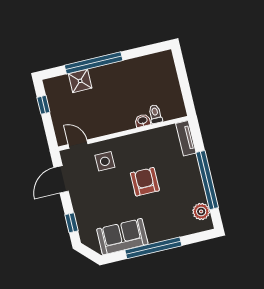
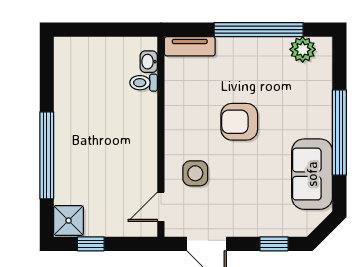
shower: (80, 81) -> (69, 221), moved
washbasin: (143, 121) -> (149, 62), moved

